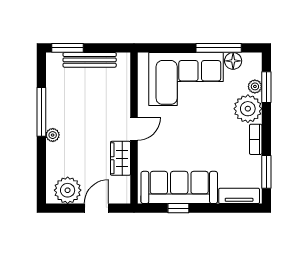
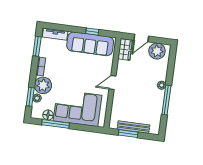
window: (67, 48) -> (128, 134), moved
wardrobe: (120, 158) -> (125, 50), moved

